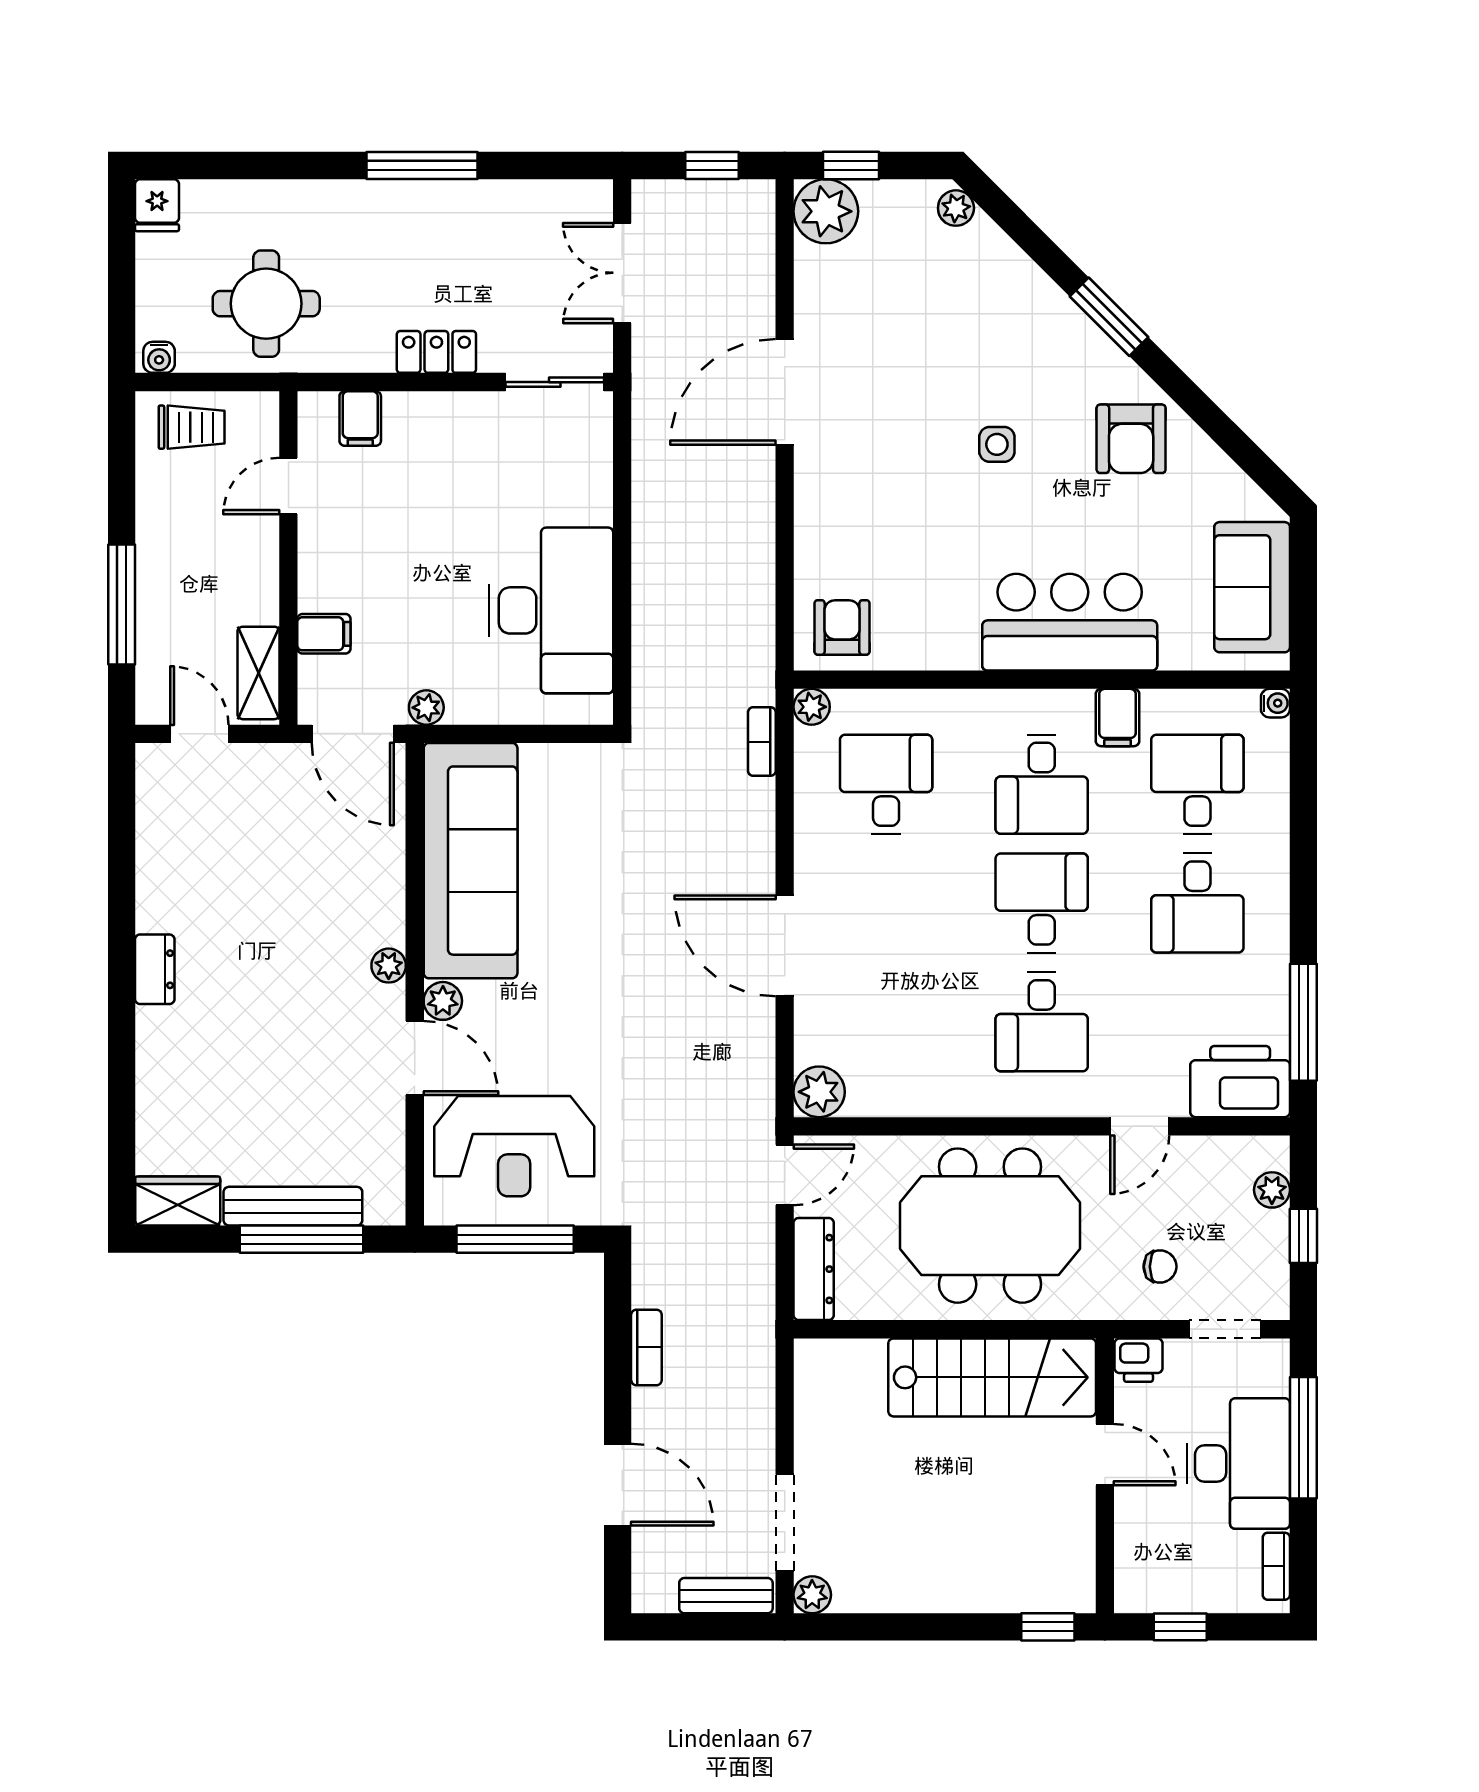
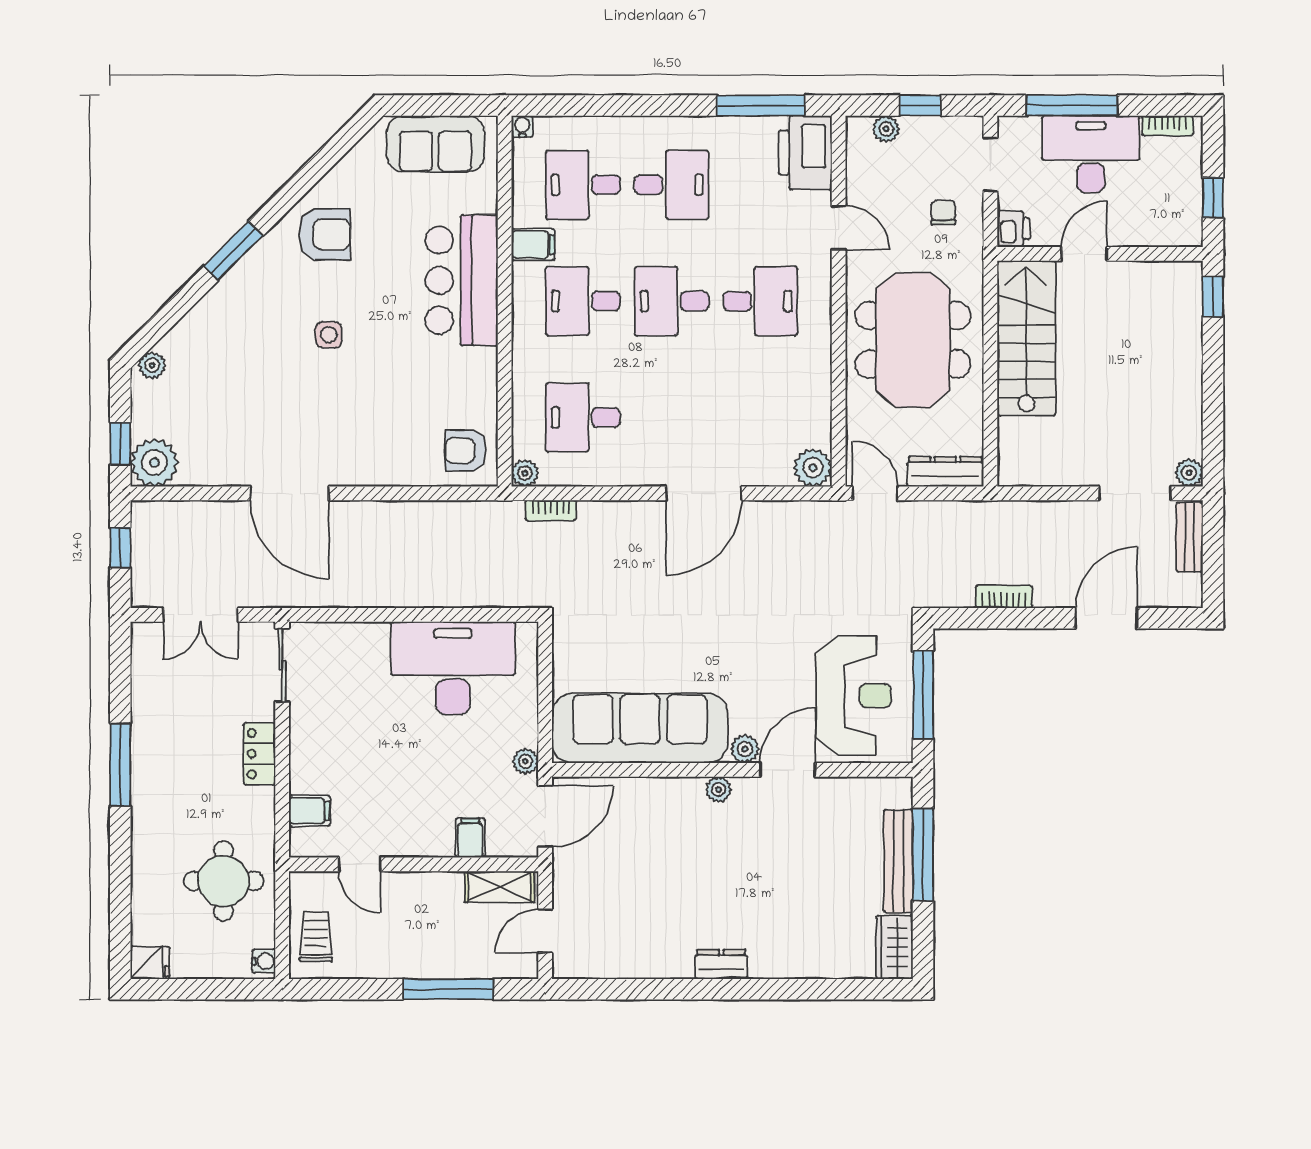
desk: (1042, 784) -> (583, 301), turned 180

